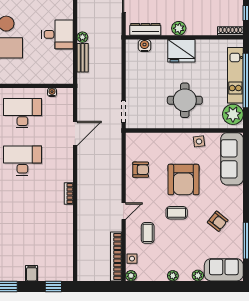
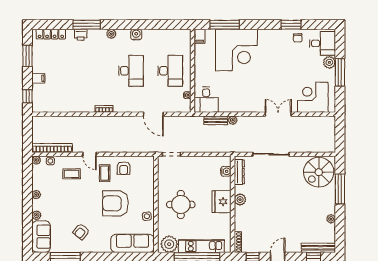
desk: (58, 34) -> (206, 100), moved
coffee table: (177, 213) -> (105, 173), moved

